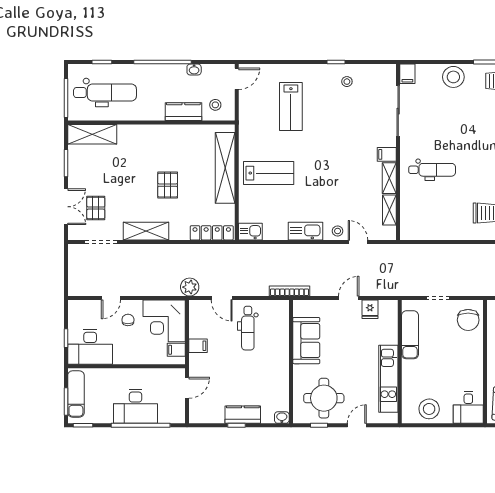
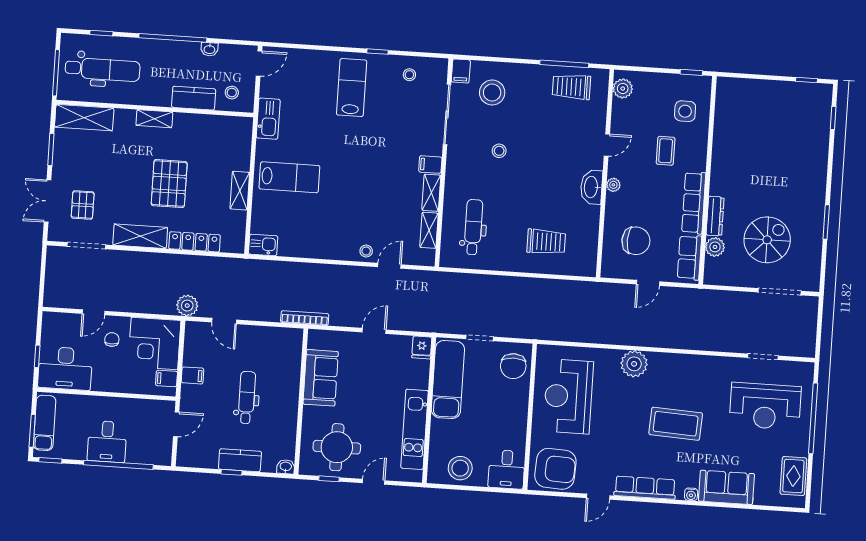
stool: (453, 77) -> (492, 93), moved
stool: (347, 82) -> (409, 75), moved
lab bench: (291, 106) -> (352, 88), moved, turned 180
shelving: (151, 131) -> (154, 119), added
stool: (444, 139) -> (499, 151), added
shelving: (225, 168) -> (240, 191), width x0.45, depth x0.75
dental chair: (432, 170) -> (473, 227), moved, turned -90
pallet: (168, 185) -> (169, 184), width x1.50, depth x1.42
double door: (66, 207) -> (47, 201), swing flipped
kitchen sink: (305, 231) -> (268, 119), moved, turned 90
locker: (212, 233) -> (195, 242), moved
door: (358, 242) -> (389, 266), hinge flipped
fridge: (370, 309) -> (422, 347), moved
dental chair: (248, 328) -> (247, 397), moved, turned 180
exam couch: (410, 335) -> (448, 380), width x1.36, depth x1.45
desk: (135, 406) -> (107, 442), width x0.73

